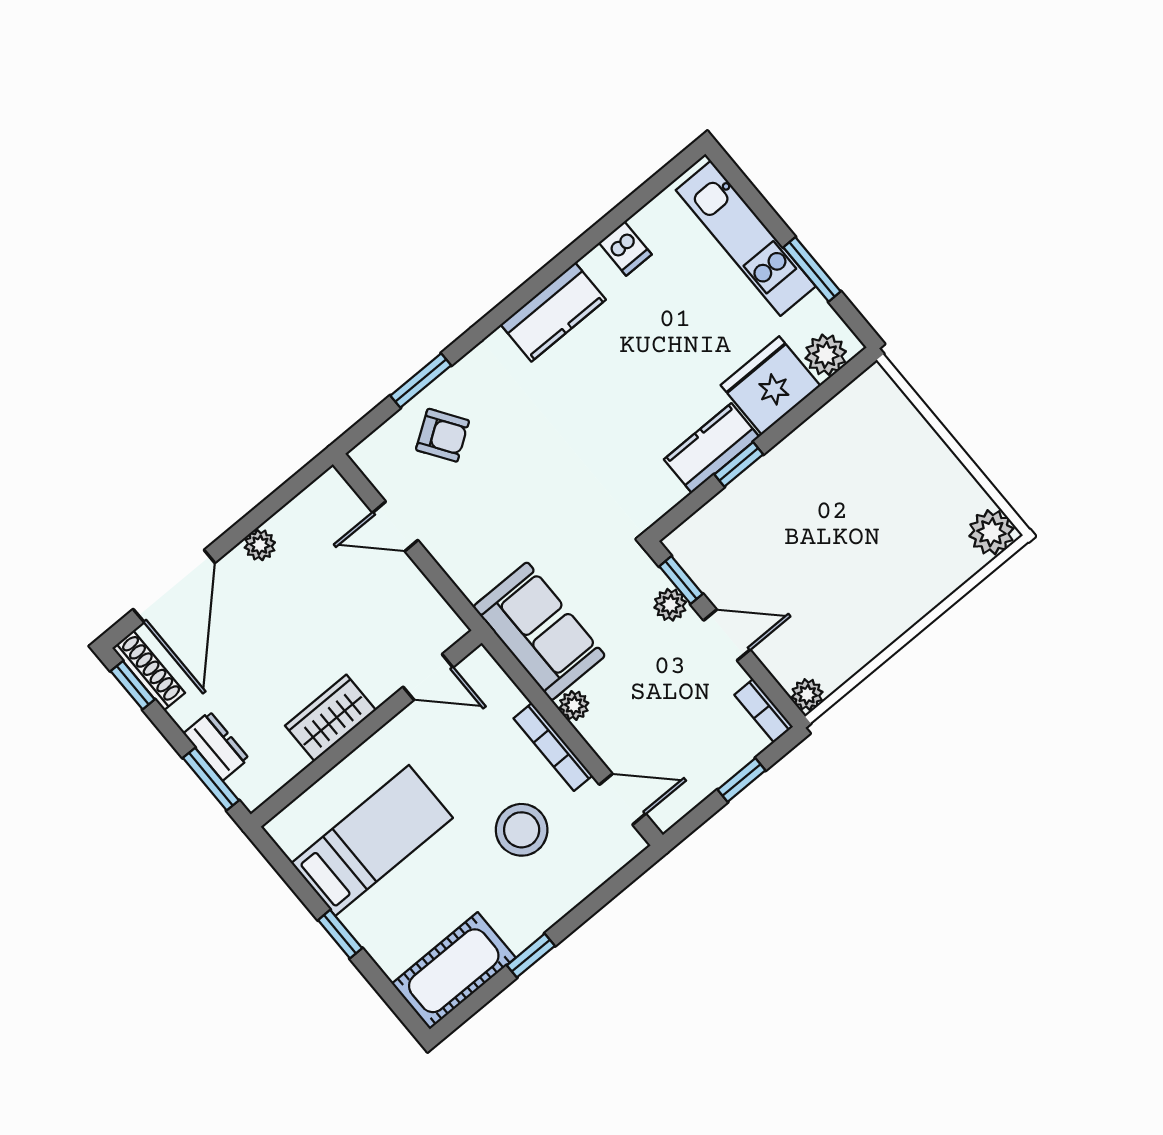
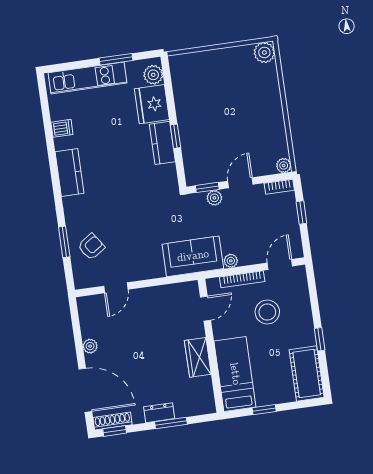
door: (428, 677) -> (206, 309), moved
wardrobe: (330, 718) -> (198, 357), moved
wall: (366, 729) -> (211, 346), moved

